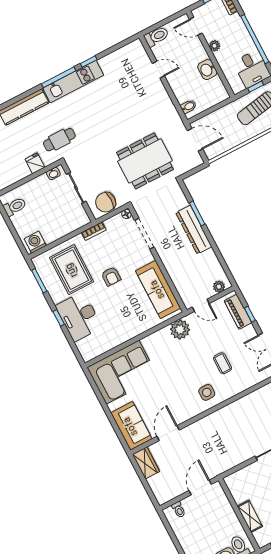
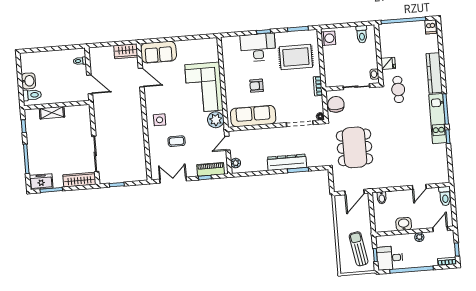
armchair: (111, 276) -> (257, 86), moved
corner sofa: (123, 372) -> (204, 87), moved

